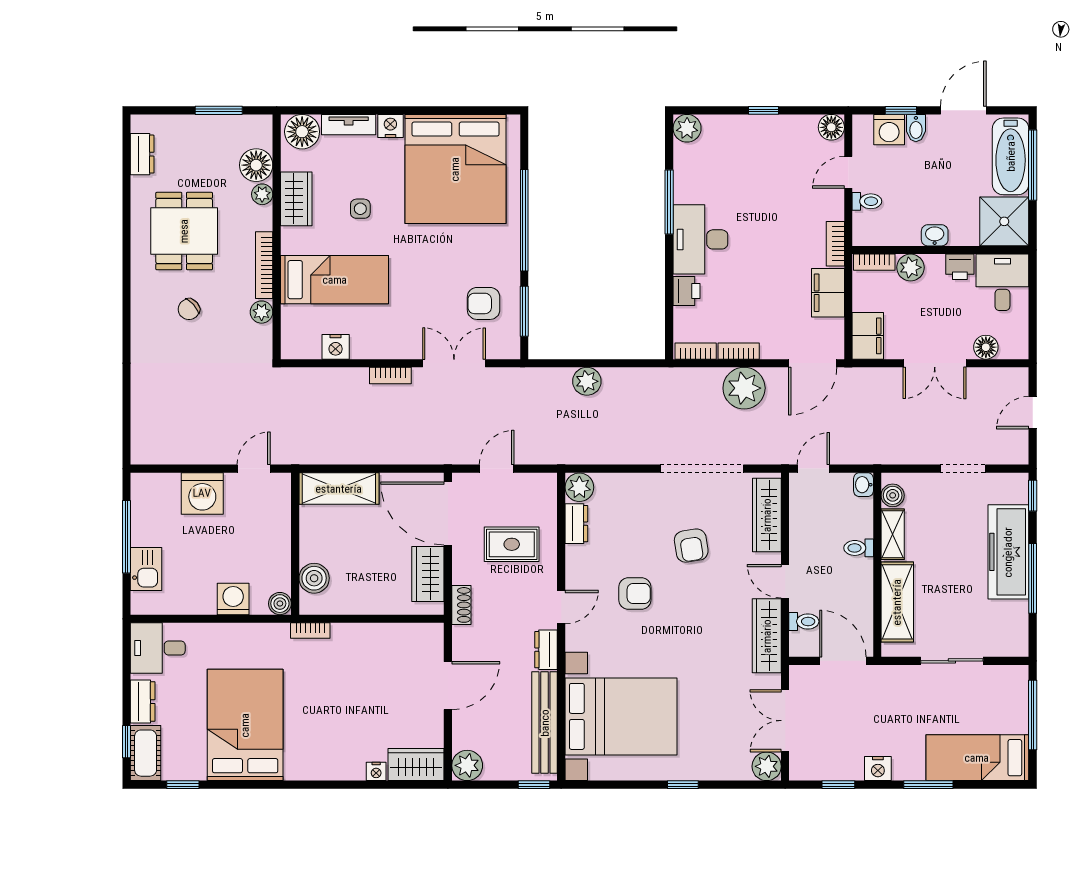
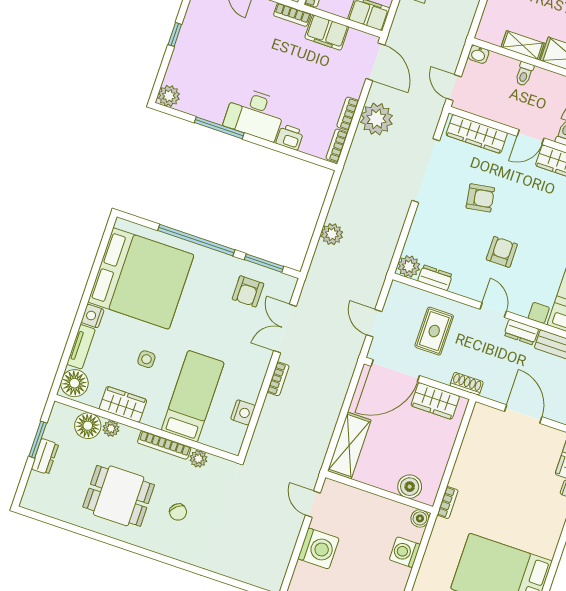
dresser: (142, 154) -> (45, 456), moved, turned 90
boiler: (893, 495) -> (494, 35), removed

